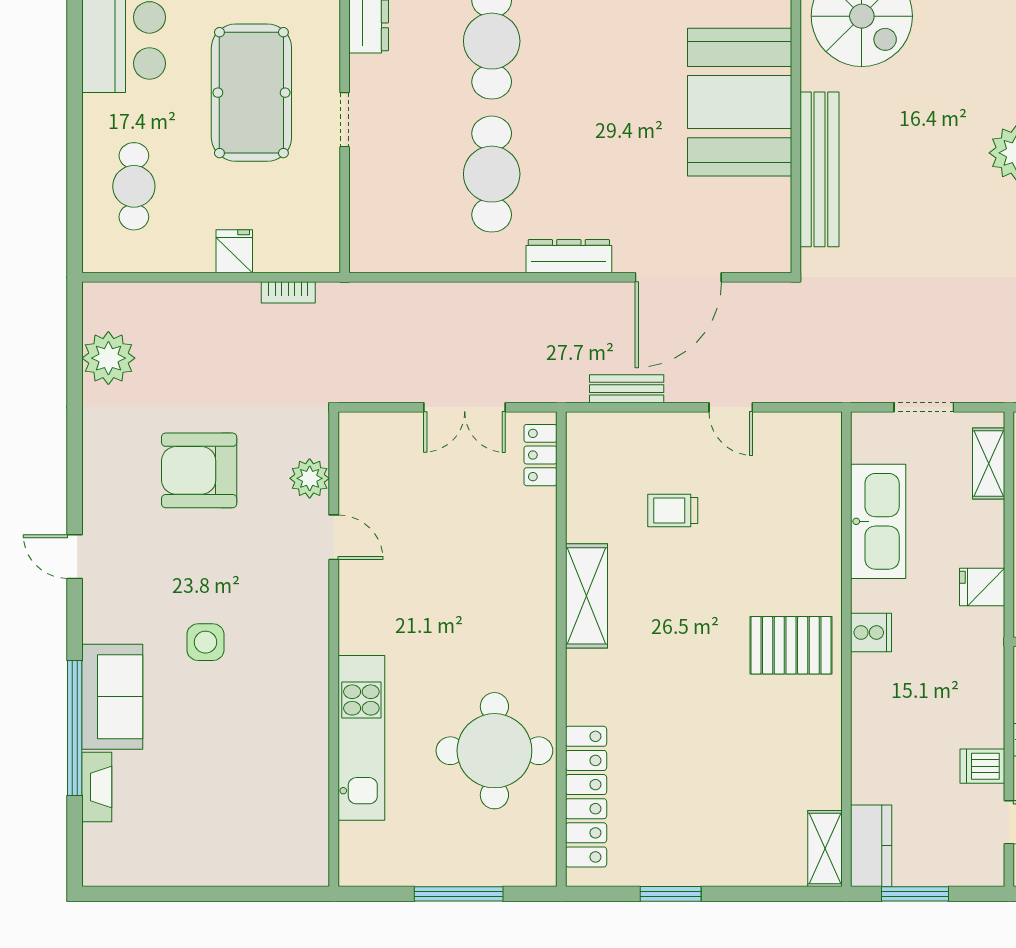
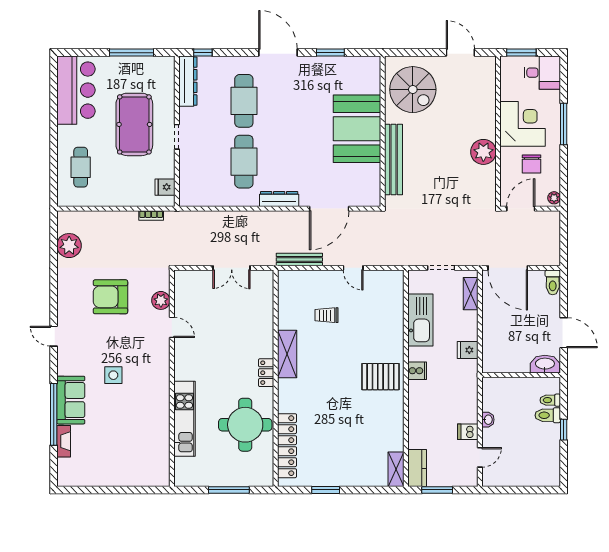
fridge: (234, 251) -> (165, 187), moved, turned -90
bench: (627, 389) -> (299, 260), width x1.36
locker: (540, 455) -> (266, 373), moved

